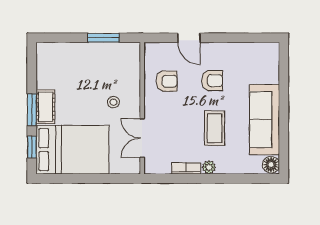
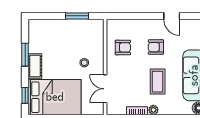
door: (189, 38) -> (172, 16), moved
armchair: (212, 81) -> (156, 47), turned 180
window: (32, 110) -> (25, 55), moved

